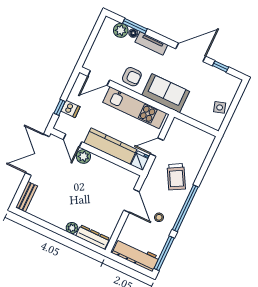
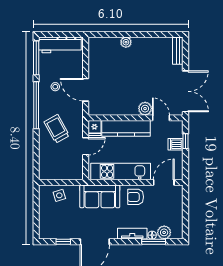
side table: (220, 107) -> (59, 195), moved
dresser: (93, 237) -> (104, 43), removed

